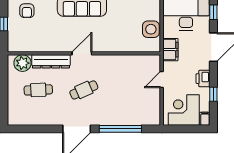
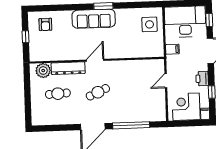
side table: (151, 29) -> (150, 24), moved
filing cabinet: (170, 50) -> (172, 49), width x0.50

